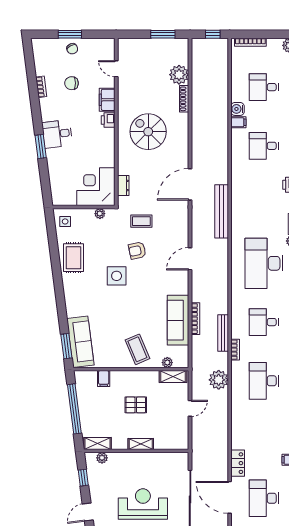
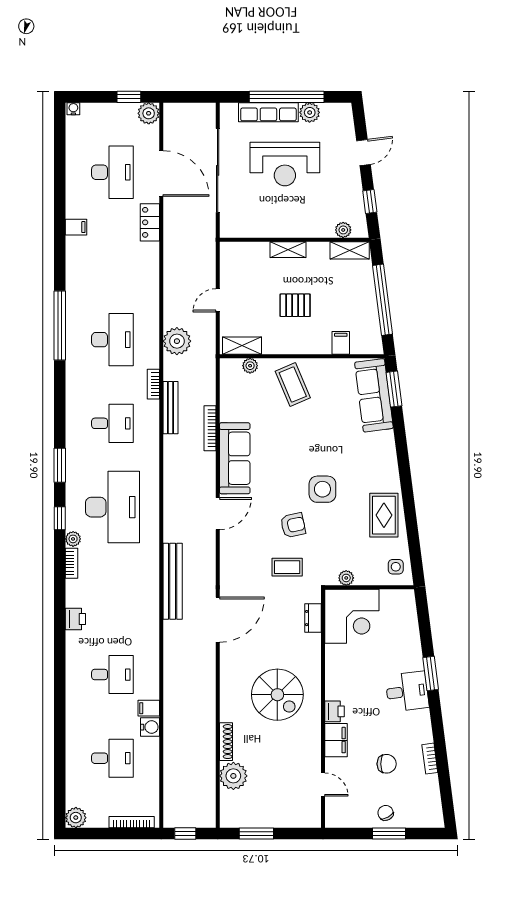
sofa: (178, 320) -> (235, 458), moved

